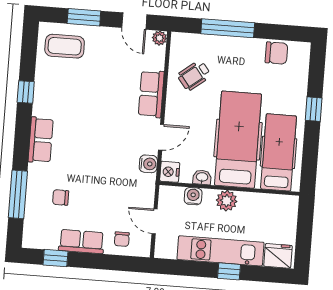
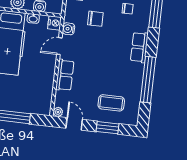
coffee table: (65, 46) -> (111, 103), moved
wheelchair: (194, 75) -> (36, 86), removed
window: (26, 92) -> (148, 80), width x3.17
chair: (108, 181) -> (95, 19), added

